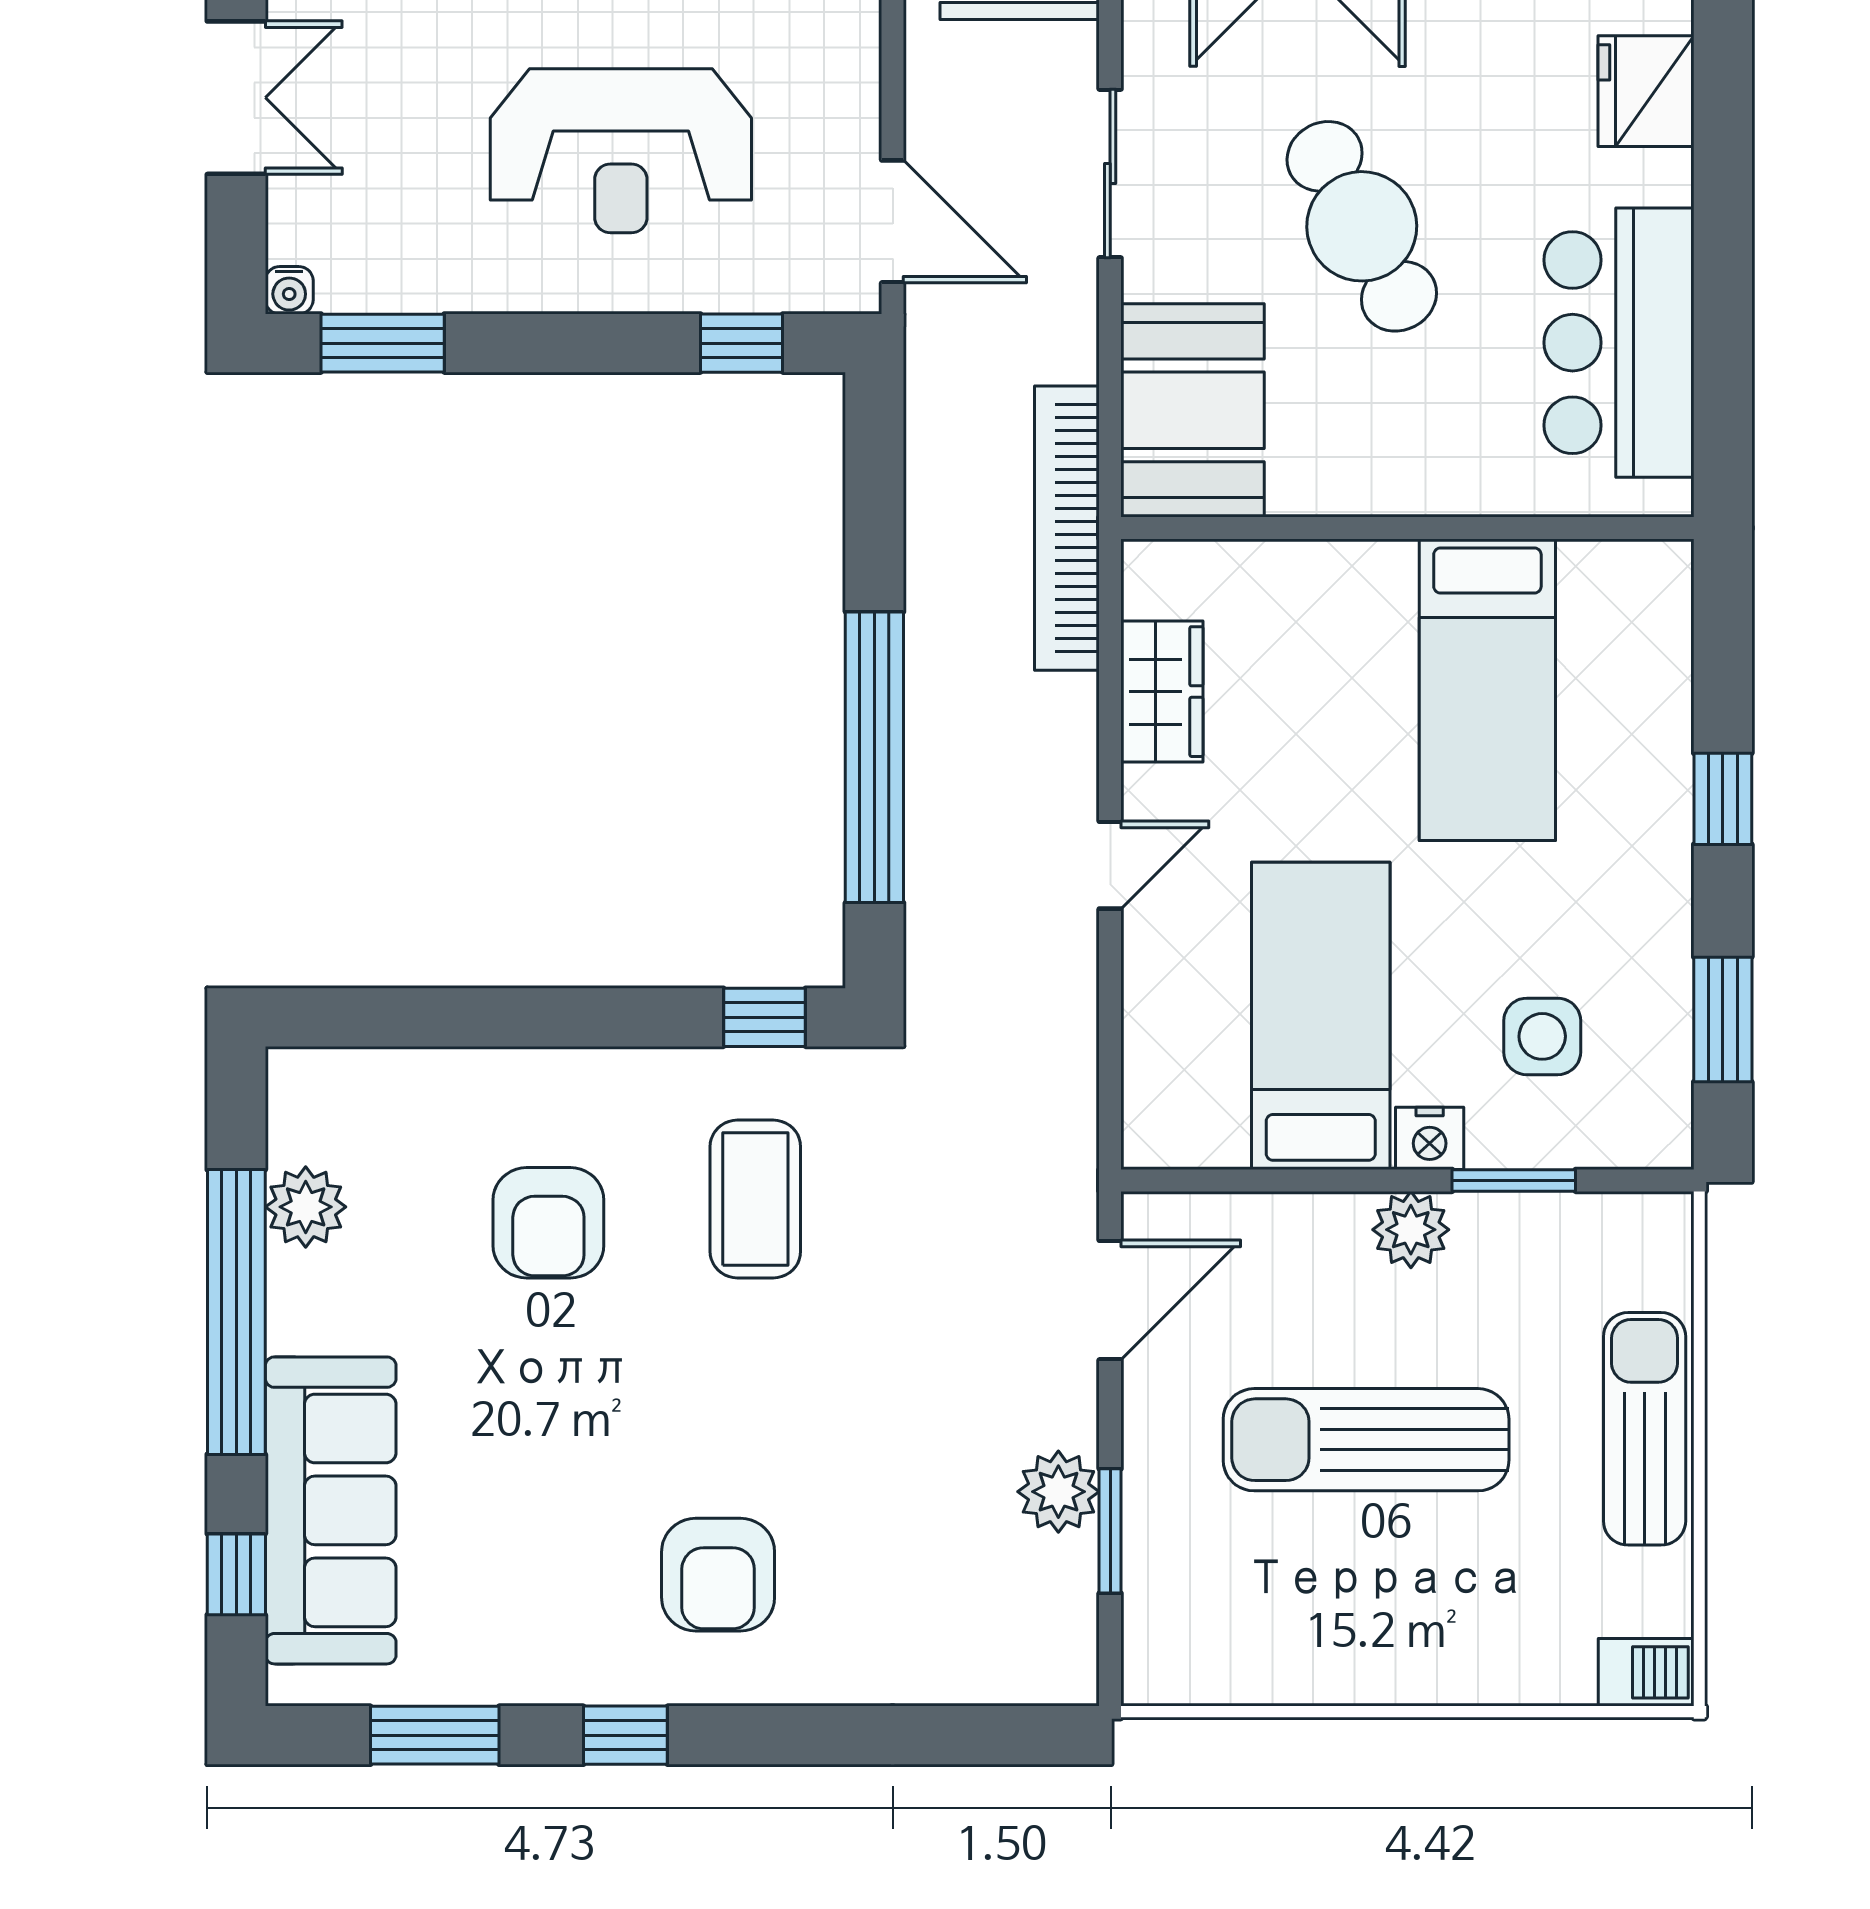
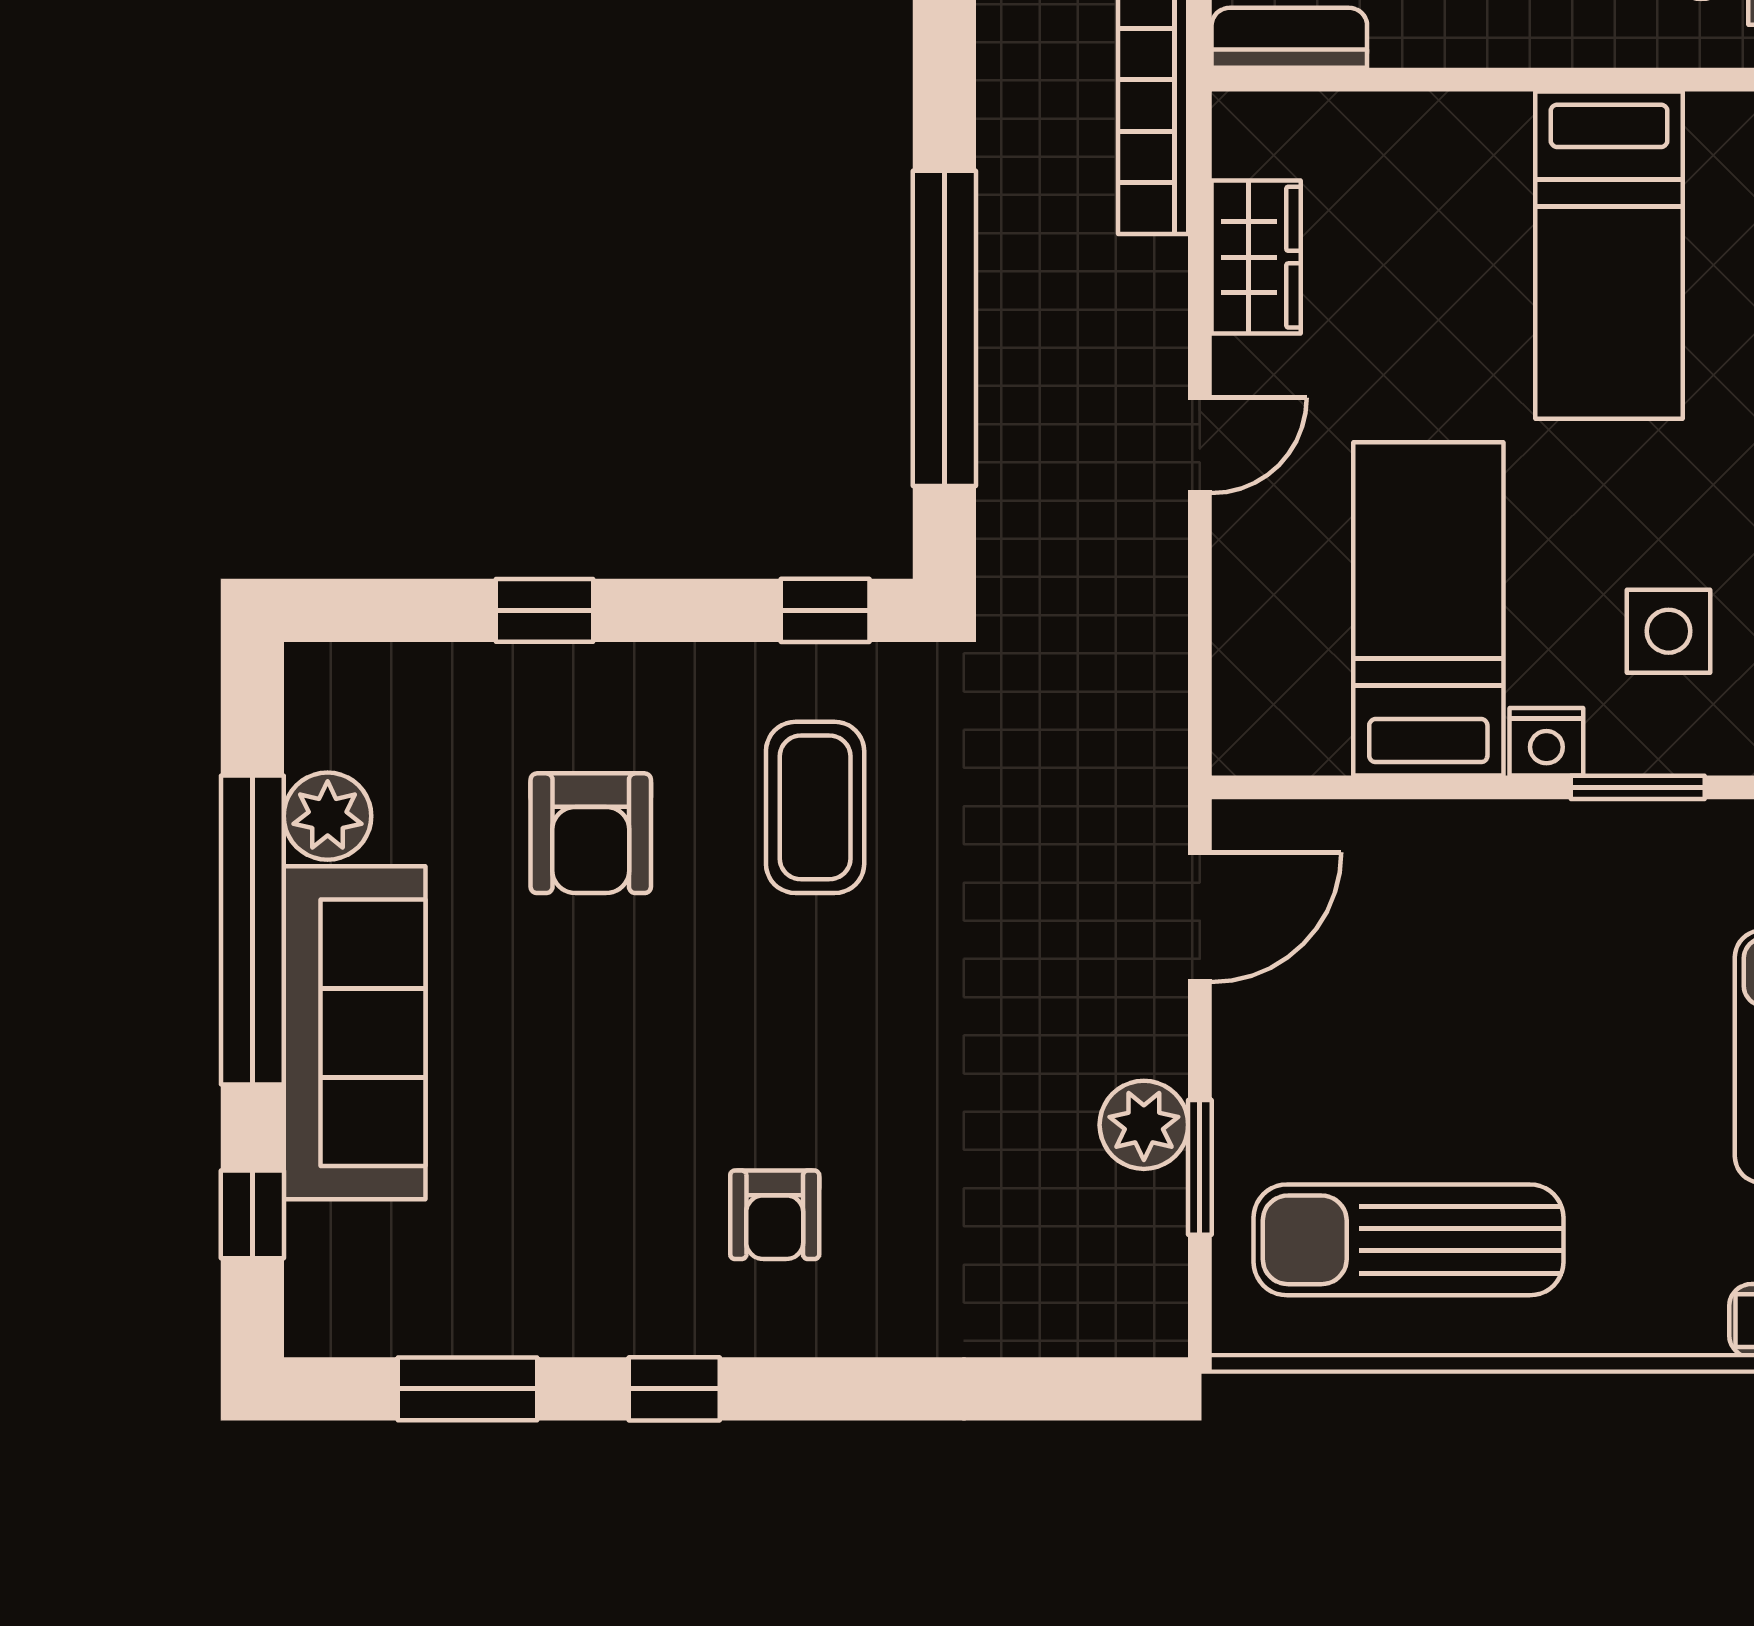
window: (506, 1017) -> (545, 610), added
plant: (1411, 1230) -> (1526, 841), removed
sun lounger: (1366, 1440) -> (1408, 1240), moved
sofa: (331, 1510) -> (355, 1033), moved
armchair: (718, 1575) -> (775, 1215), width x0.72, depth x0.72

